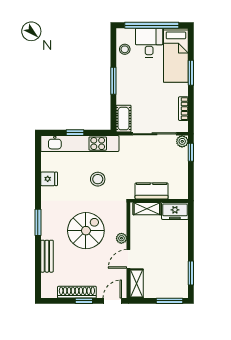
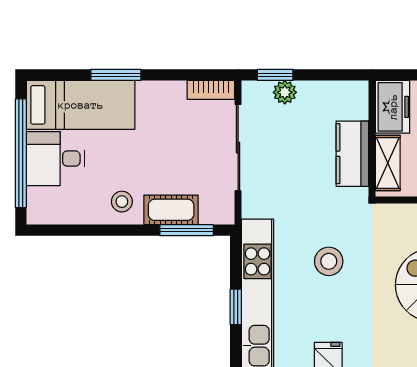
stool: (125, 49) -> (122, 202), moved
window: (113, 81) -> (187, 230), moved
bookcase: (183, 109) -> (211, 90), moved
cot: (123, 119) -> (171, 210), moved
plant: (182, 141) -> (285, 92), moved

